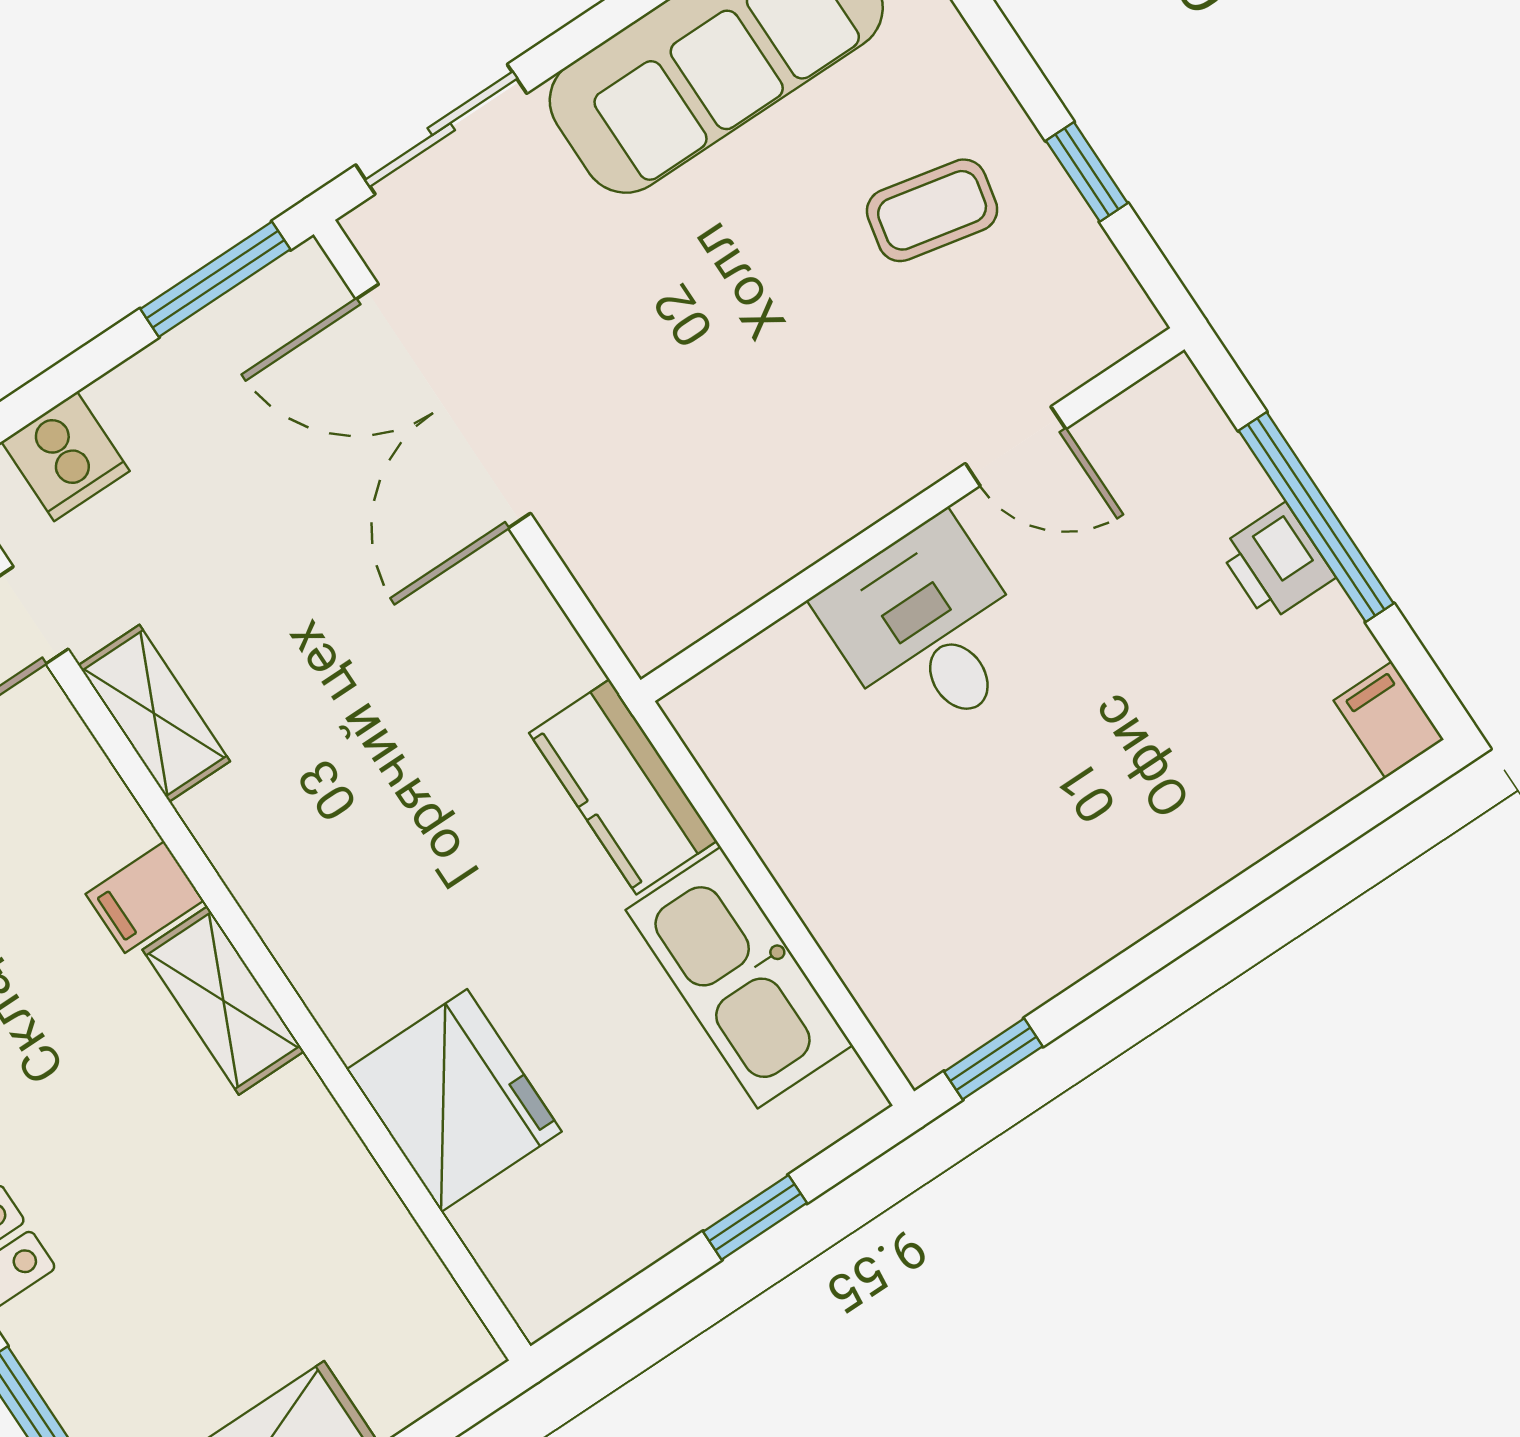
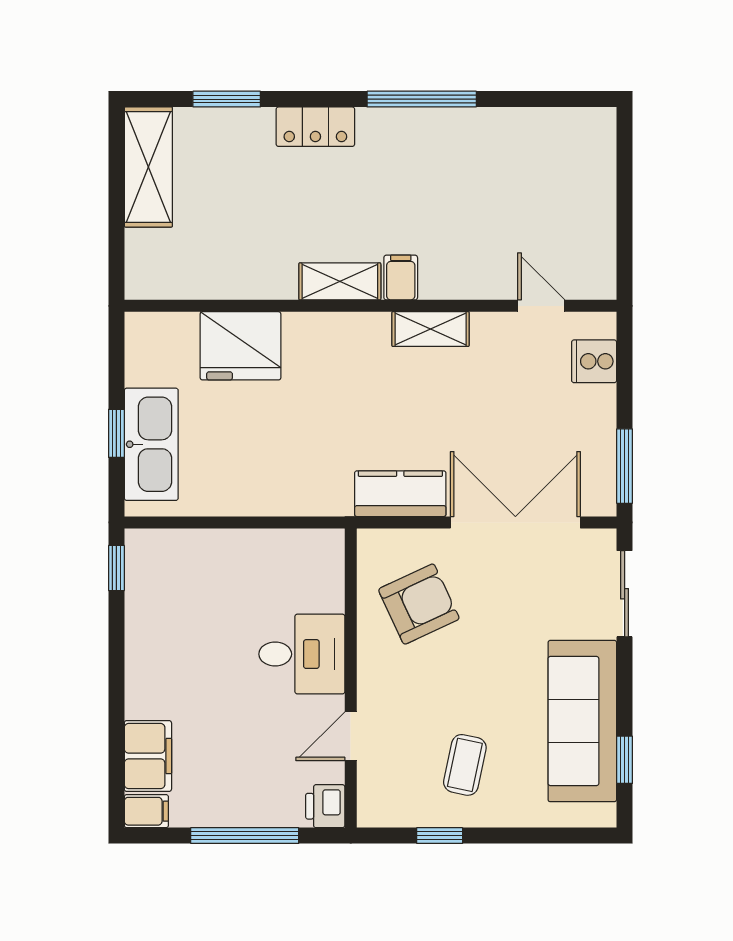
armchair: (701, 481) -> (419, 604), added
printer: (1276, 563) -> (325, 806), moved, turned -90
shelving: (154, 713) -> (431, 329), moved
filing cabinet: (1289, 782) -> (148, 756), added
kitchen counter: (623, 787) -> (400, 494), moved
kitchen sink: (739, 978) -> (151, 444), moved, turned 90

